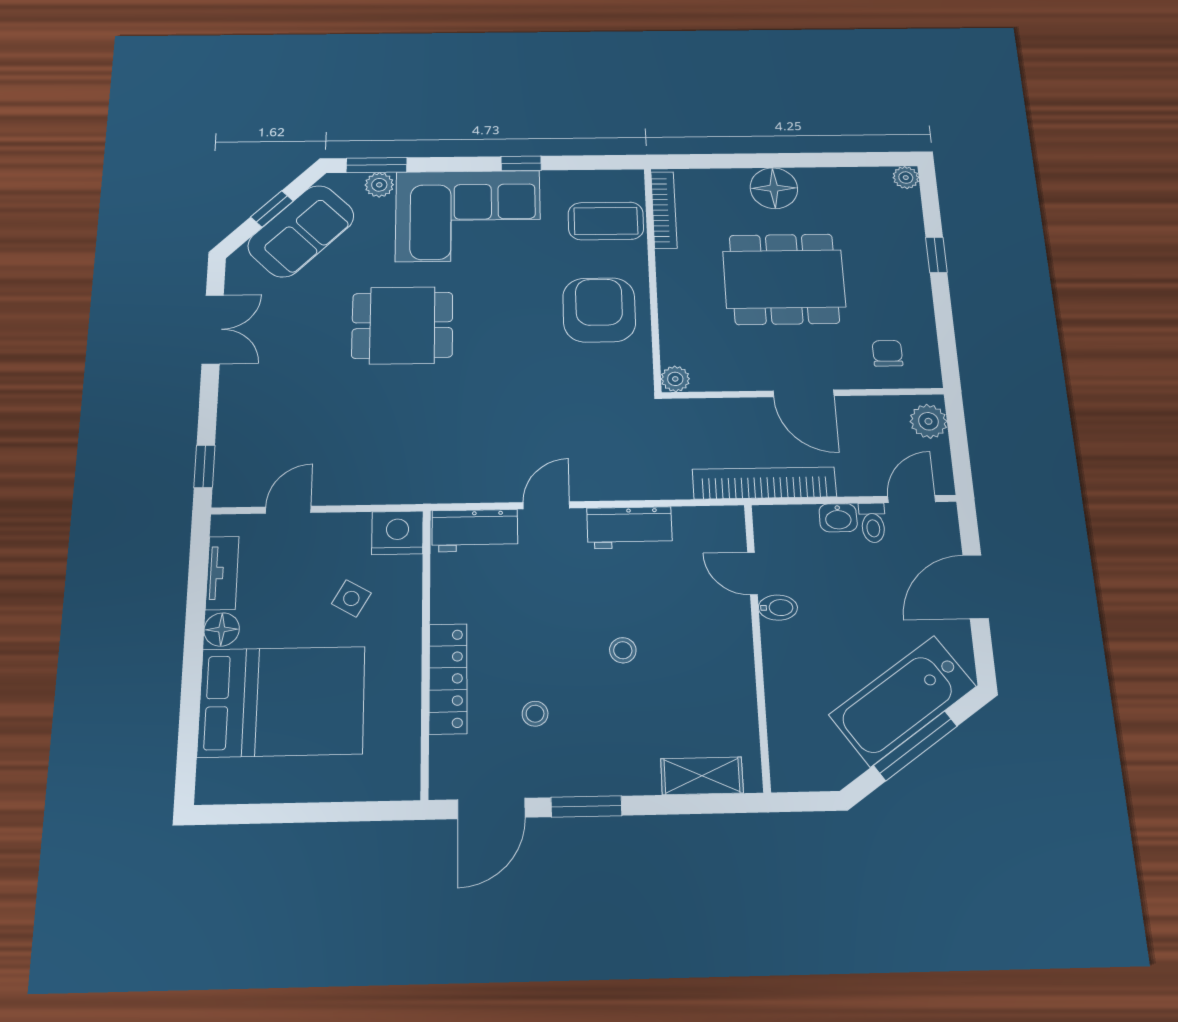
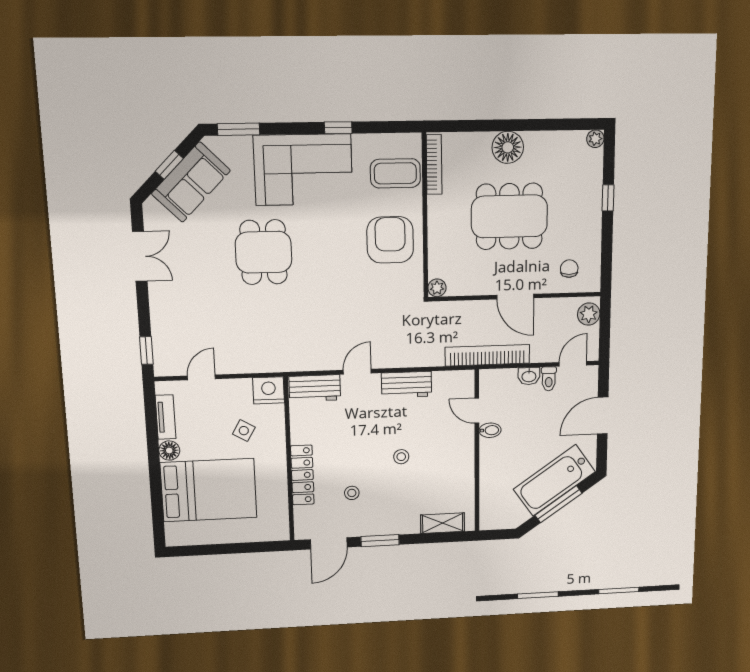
plant: (379, 185) -> (242, 145), removed
dining table: (402, 325) -> (264, 252), turned 90

